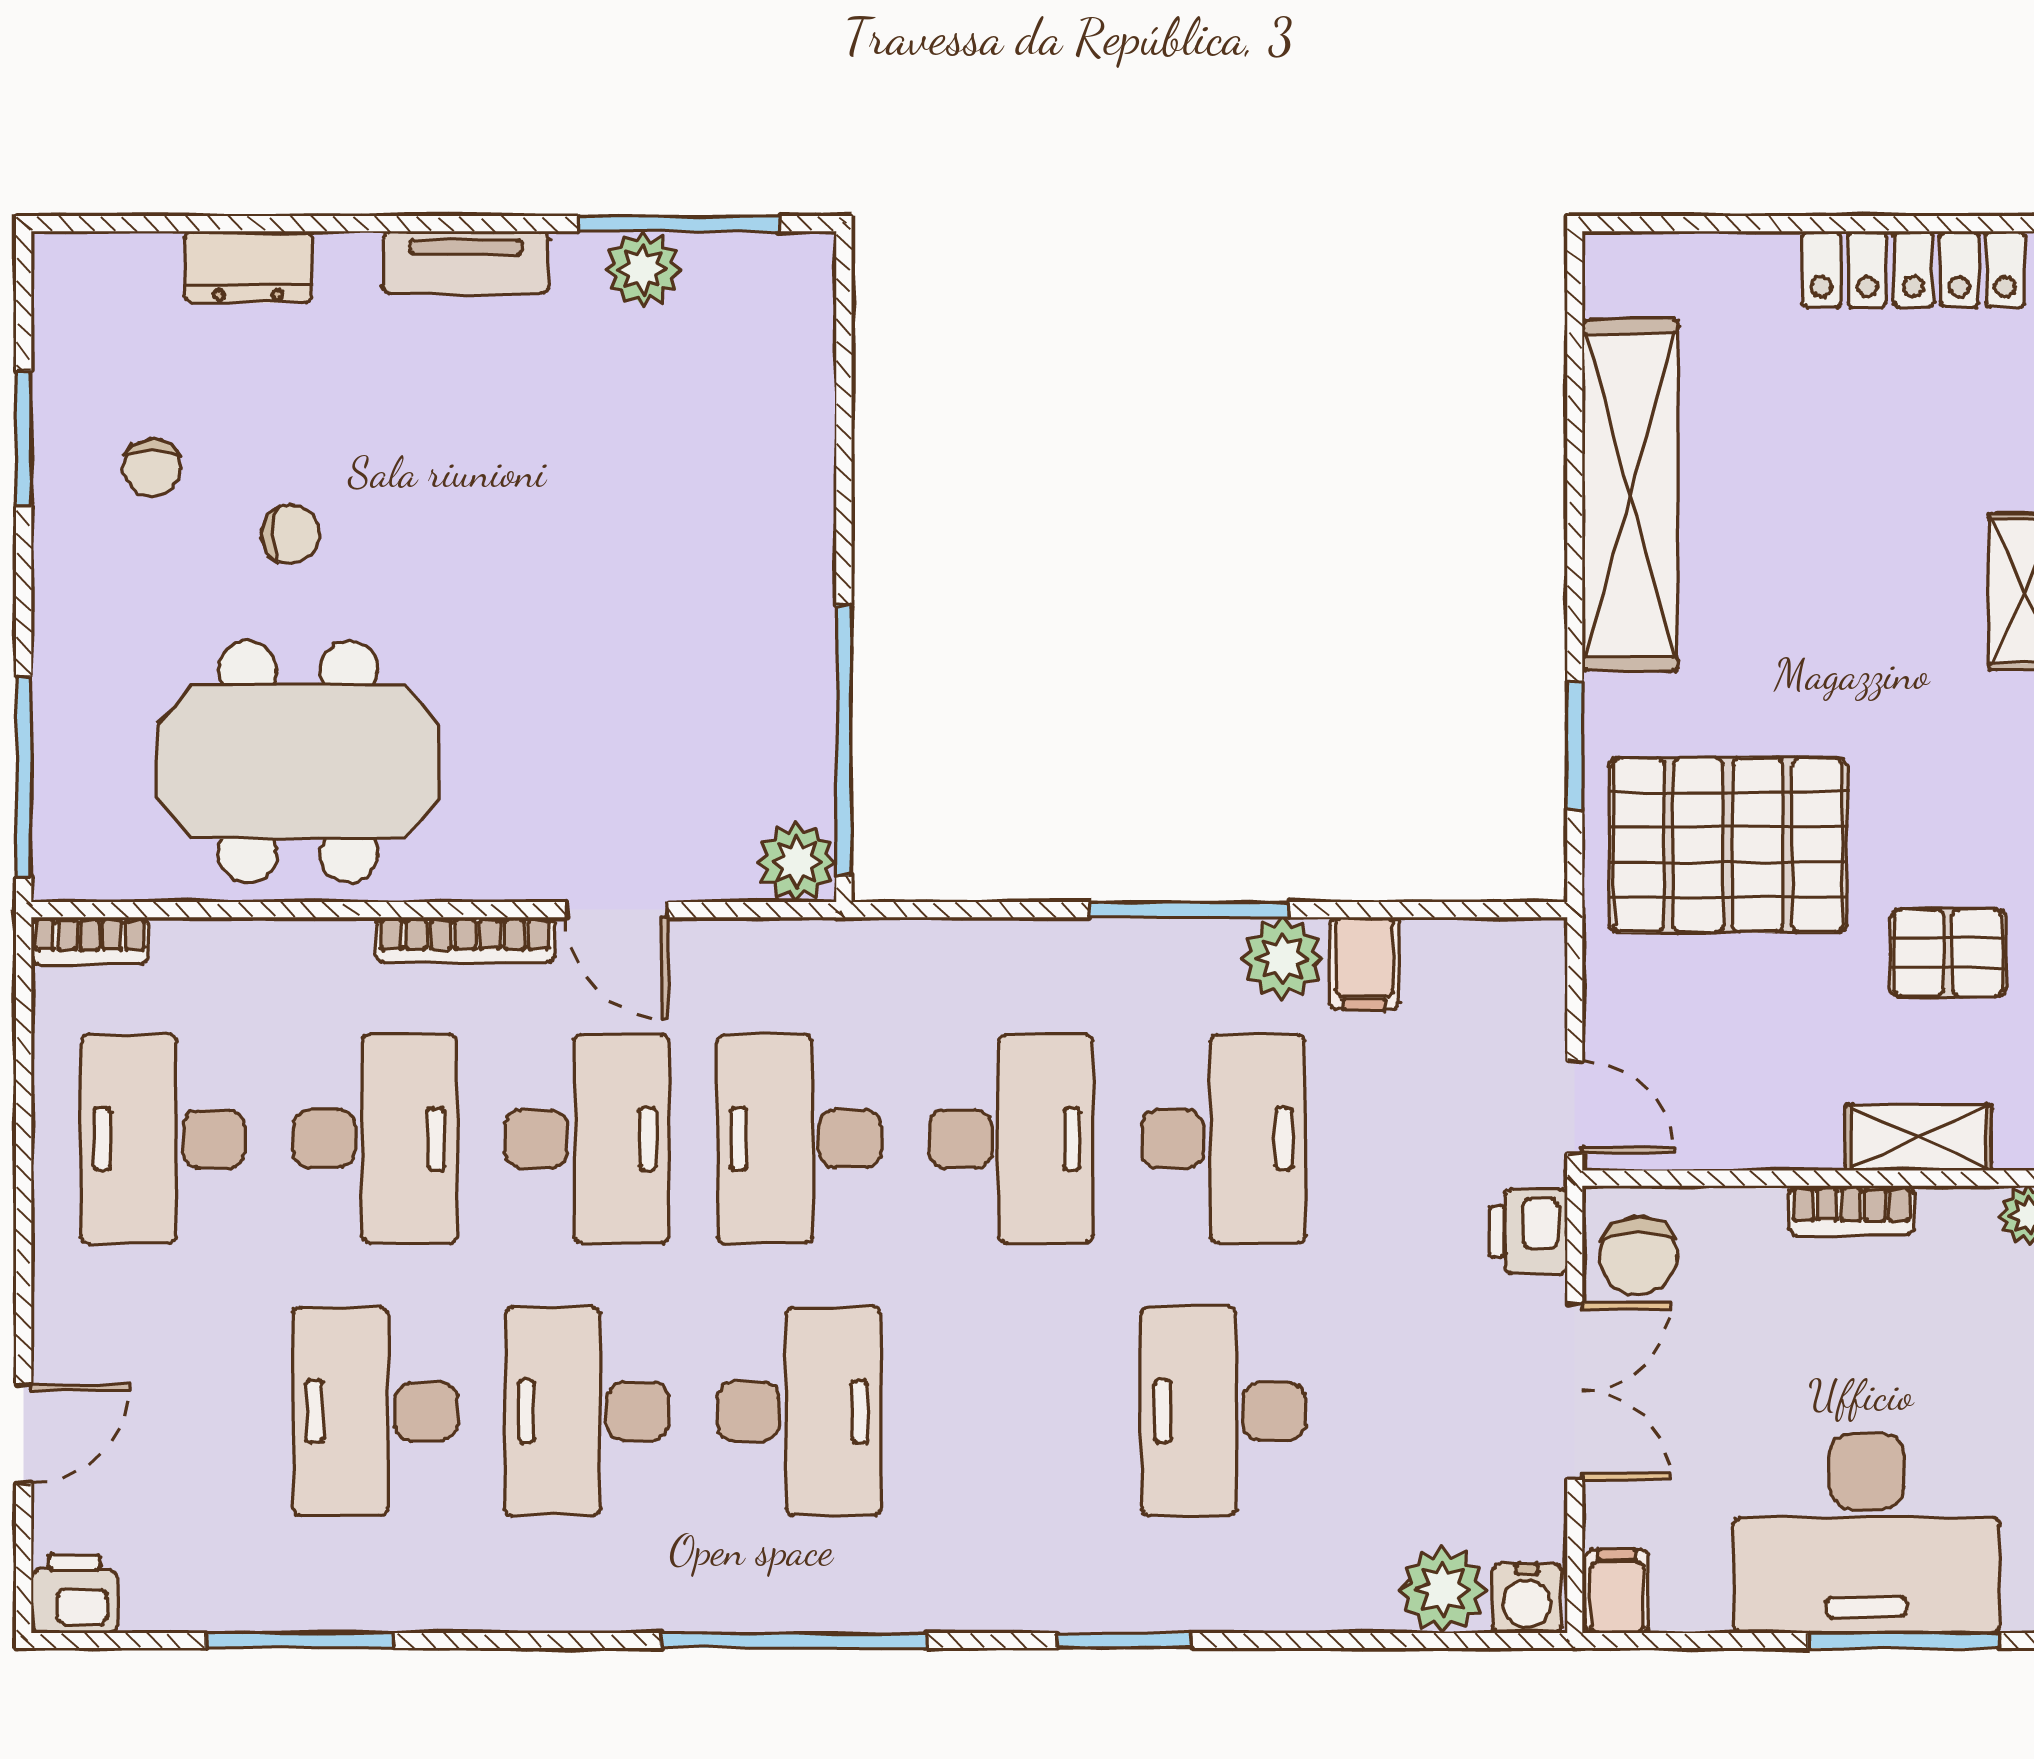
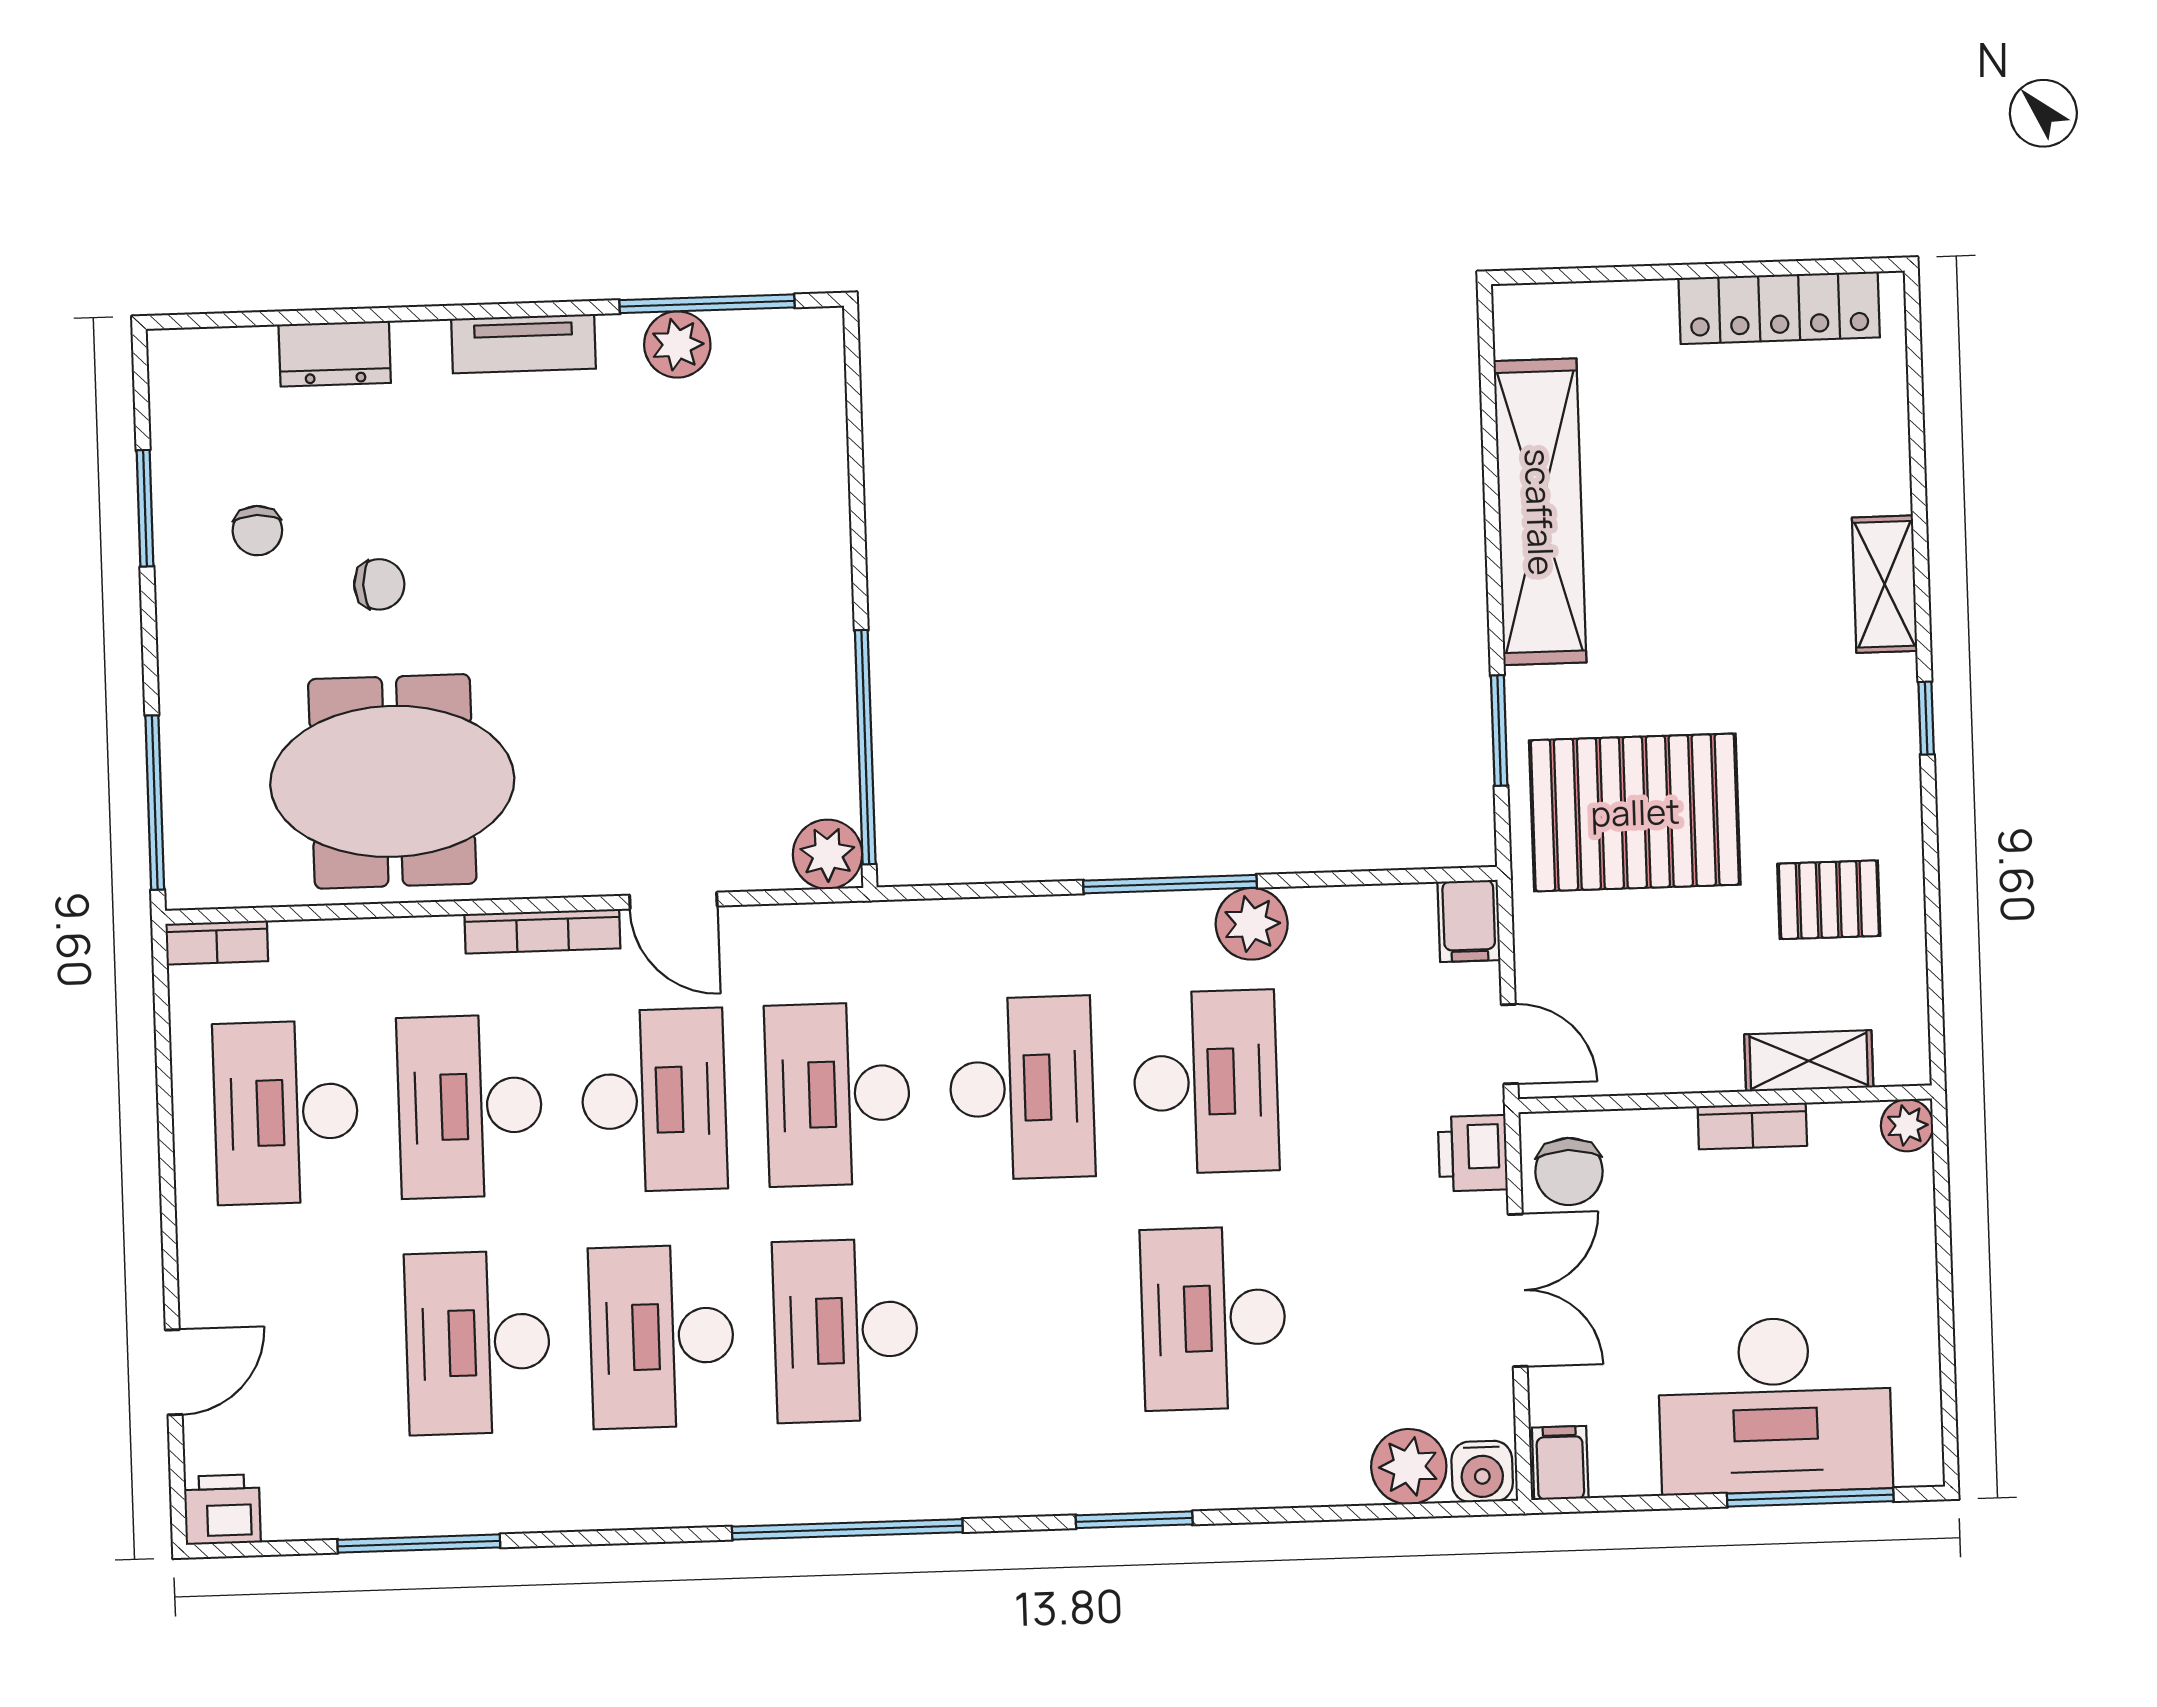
filing cabinet: (1364, 963) -> (1469, 921), moved
desk: (375, 1139) -> (470, 1106), turned 180
desk: (799, 1411) -> (846, 1330), turned 180

